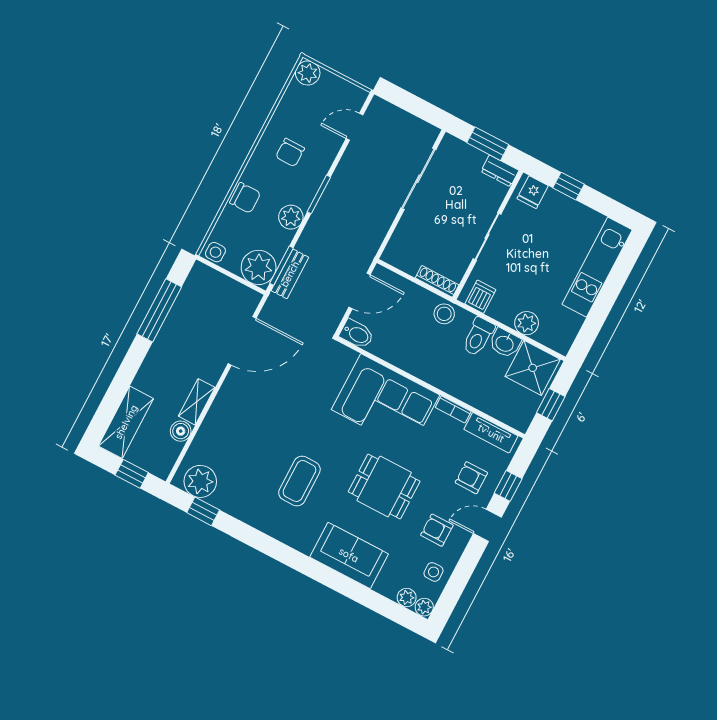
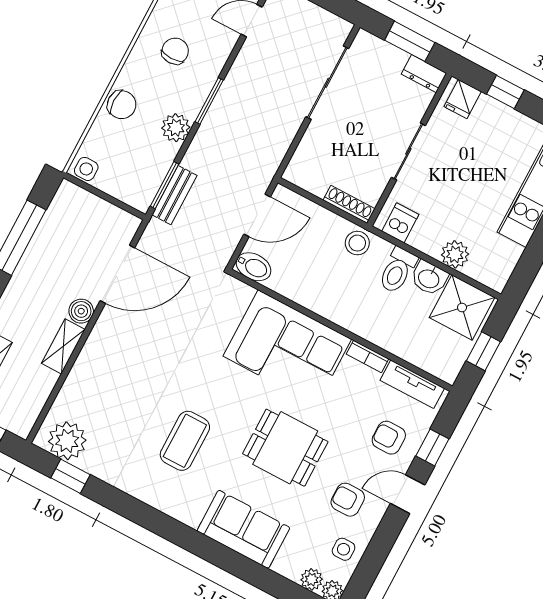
chair: (290, 153) -> (175, 51), turned 180
plant: (259, 267) -> (137, 187), removed
boiler: (181, 431) -> (81, 311), moved

